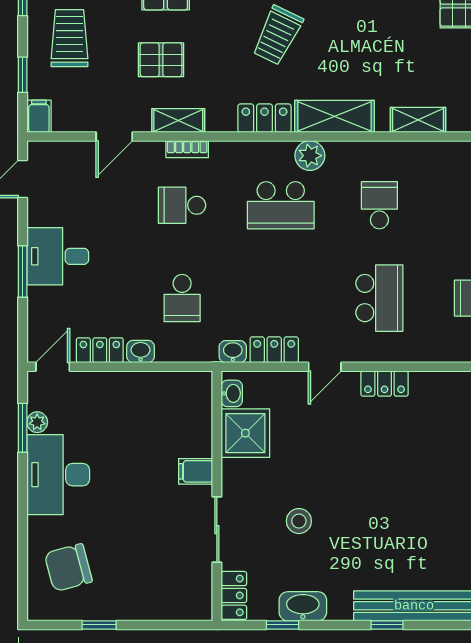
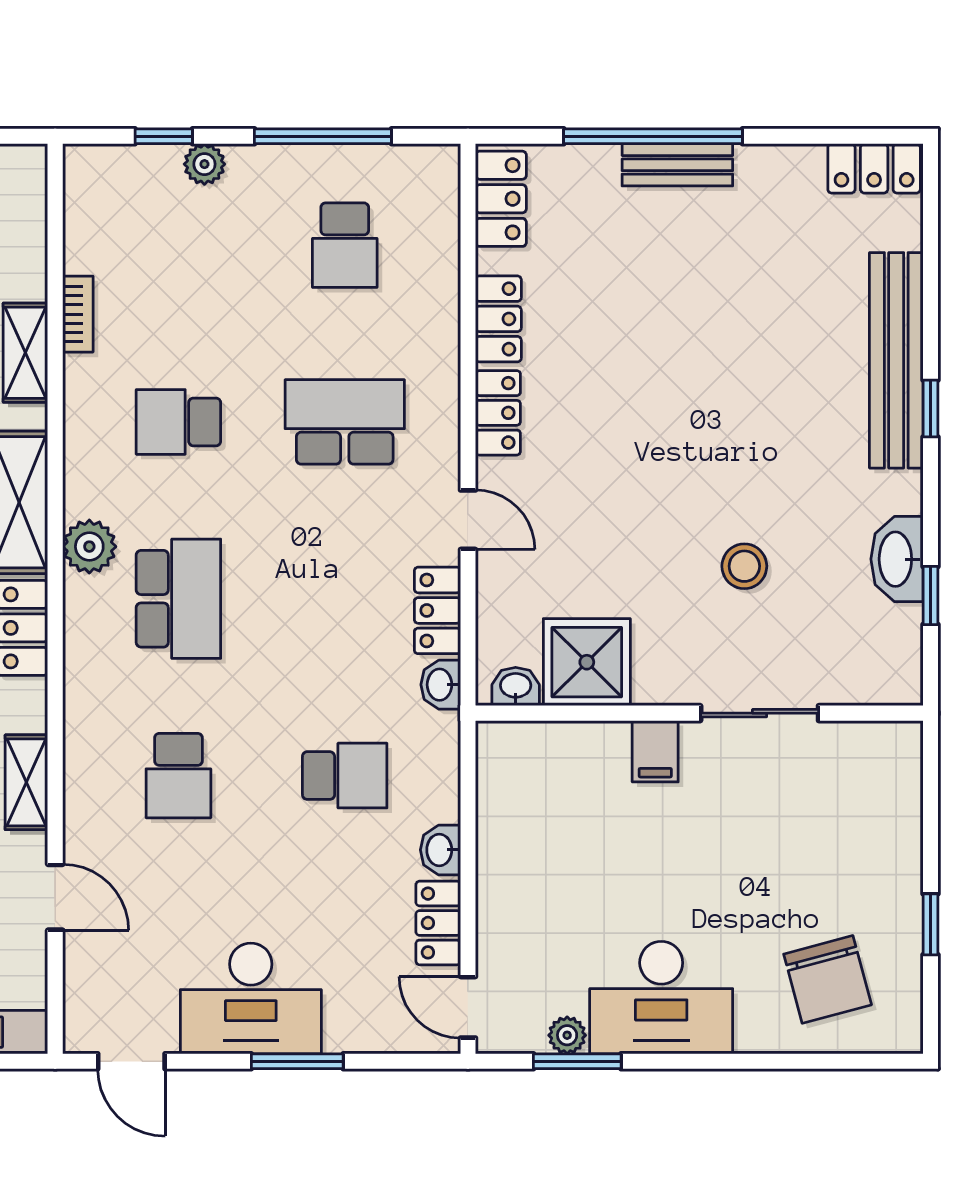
bookcase: (187, 149) -> (78, 314), moved
desk: (58, 256) -> (251, 998), width x1.37
locker: (234, 595) -> (498, 319), moved, turned 90

